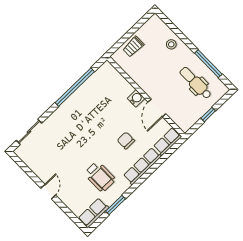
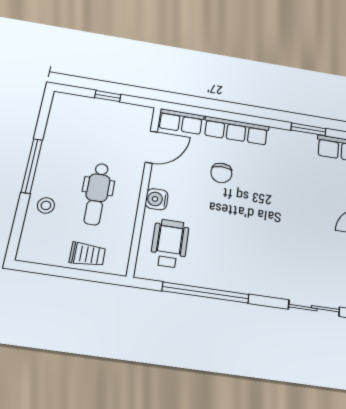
window: (208, 64) -> (32, 166), moved
dental chair: (196, 83) -> (97, 194), moved
door: (157, 108) -> (151, 147), moved
wheelchair: (100, 177) -> (170, 243), moved

